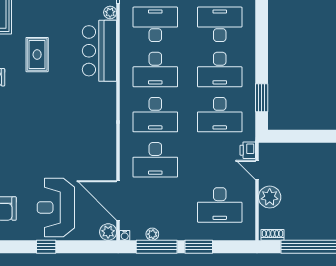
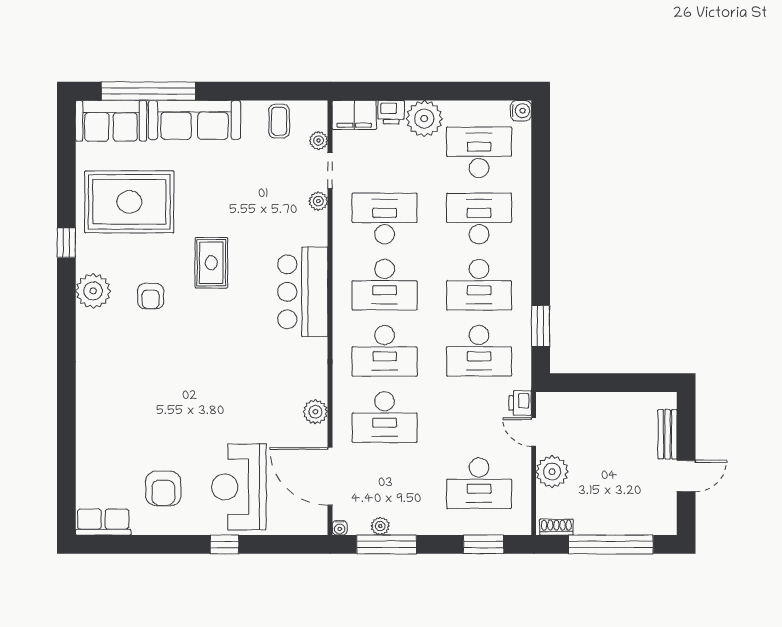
bar counter: (99, 51) -> (303, 292), moved
plant: (108, 232) -> (315, 412), moved
window: (199, 247) -> (484, 544), moved

